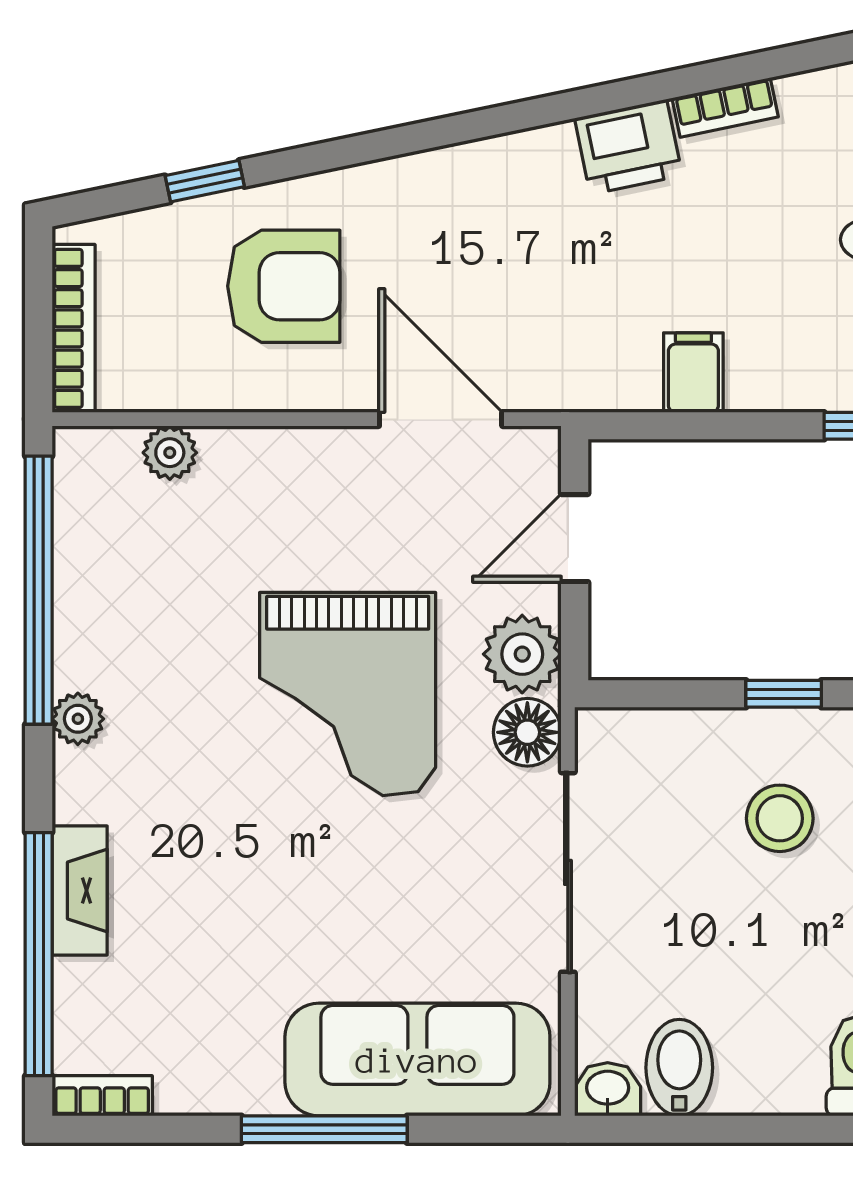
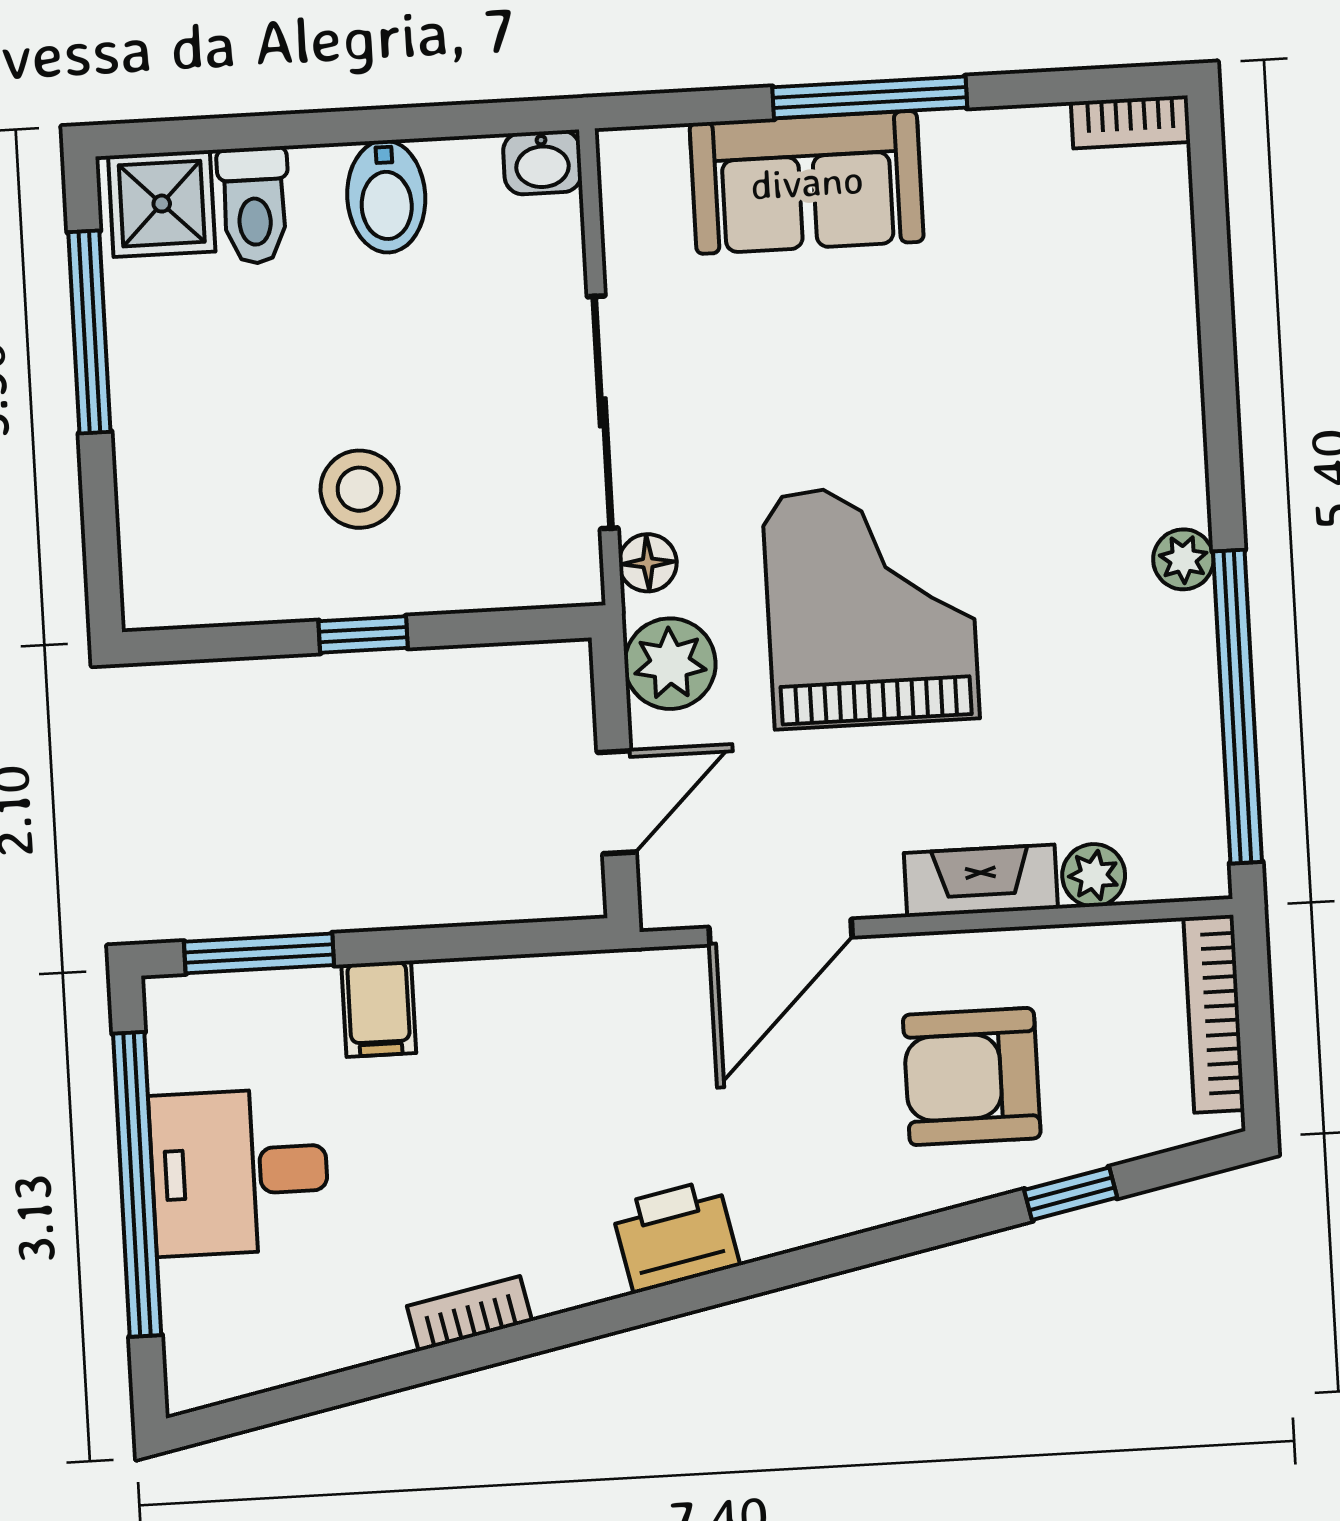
printer: (628, 147) -> (675, 1236), moved
filing cabinet: (693, 373) -> (379, 1009), moved
door: (441, 419) -> (781, 932), hinge flipped
floor lamp: (527, 732) -> (648, 563), width x0.73, depth x0.73
fireplace: (80, 891) -> (981, 881), moved, turned 90
window: (39, 954) -> (1214, 283), removed
sofa: (417, 1060) -> (807, 182), width x0.73
bidet: (679, 1068) -> (386, 196), moved

